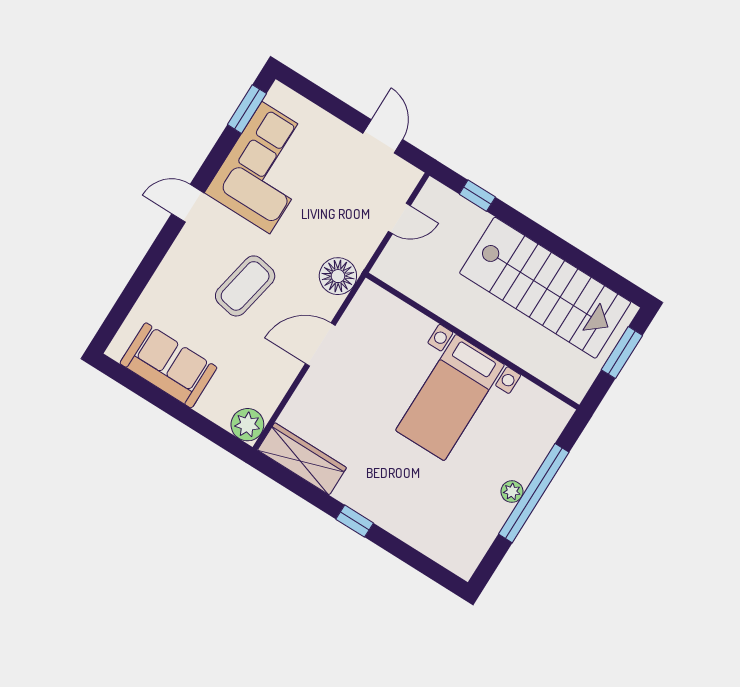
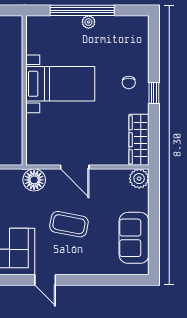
chair: (391, 495) -> (129, 83), added

